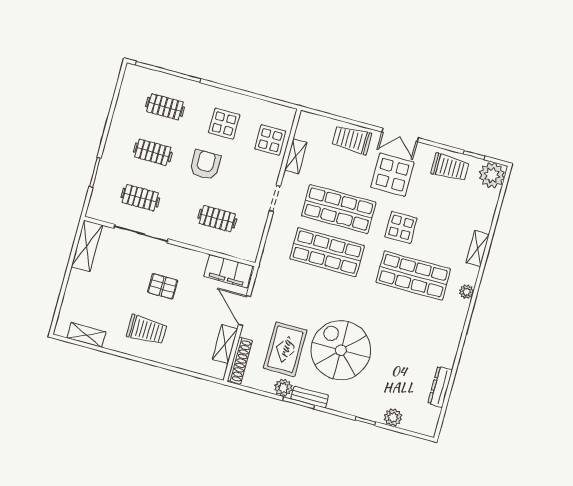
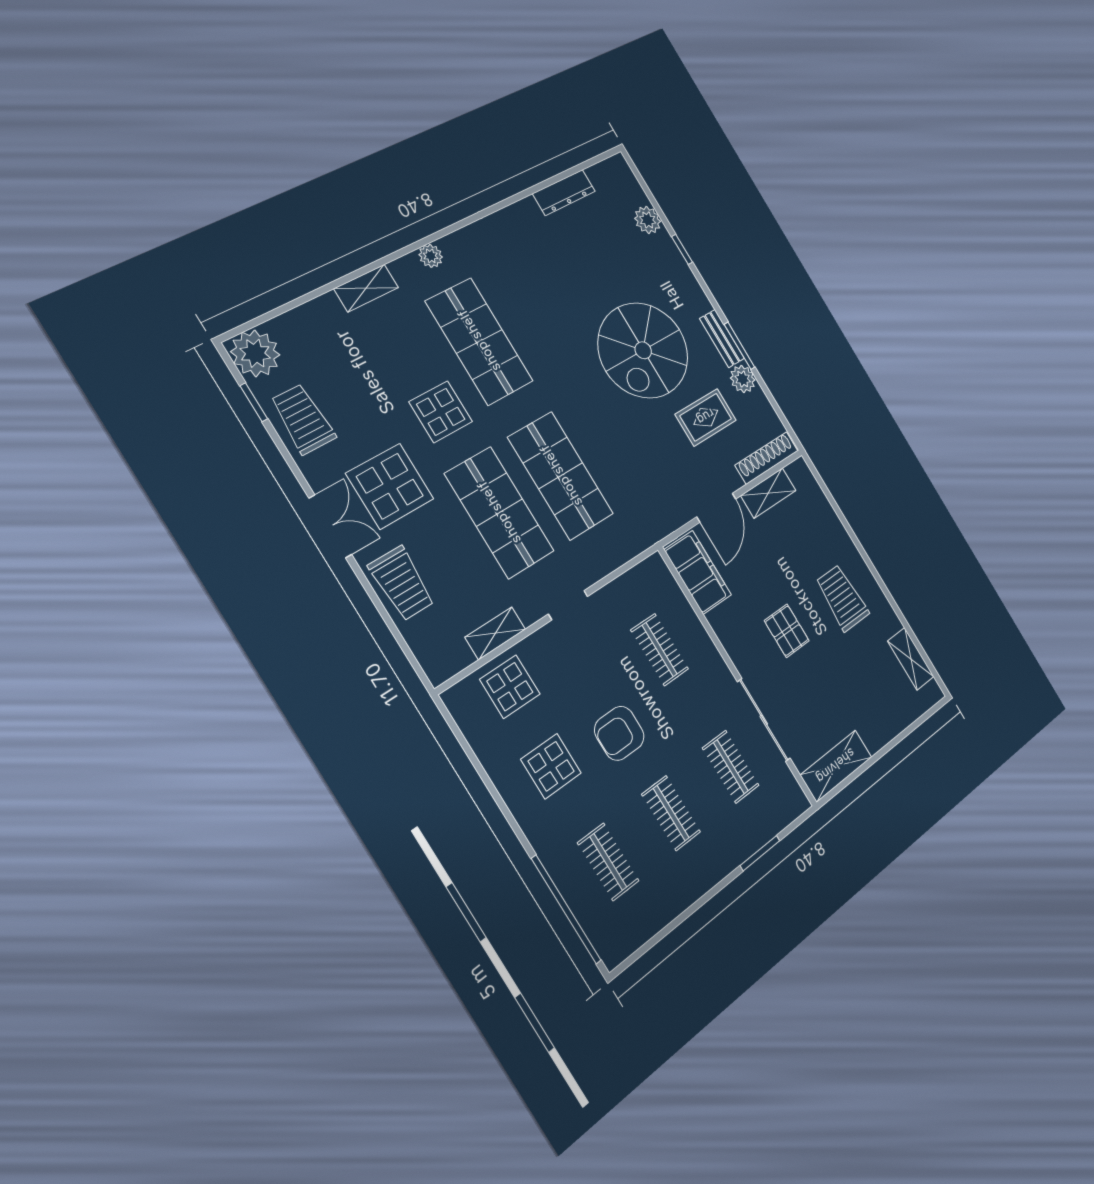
rug: (285, 349) -> (706, 417), width x0.73, depth x0.70

